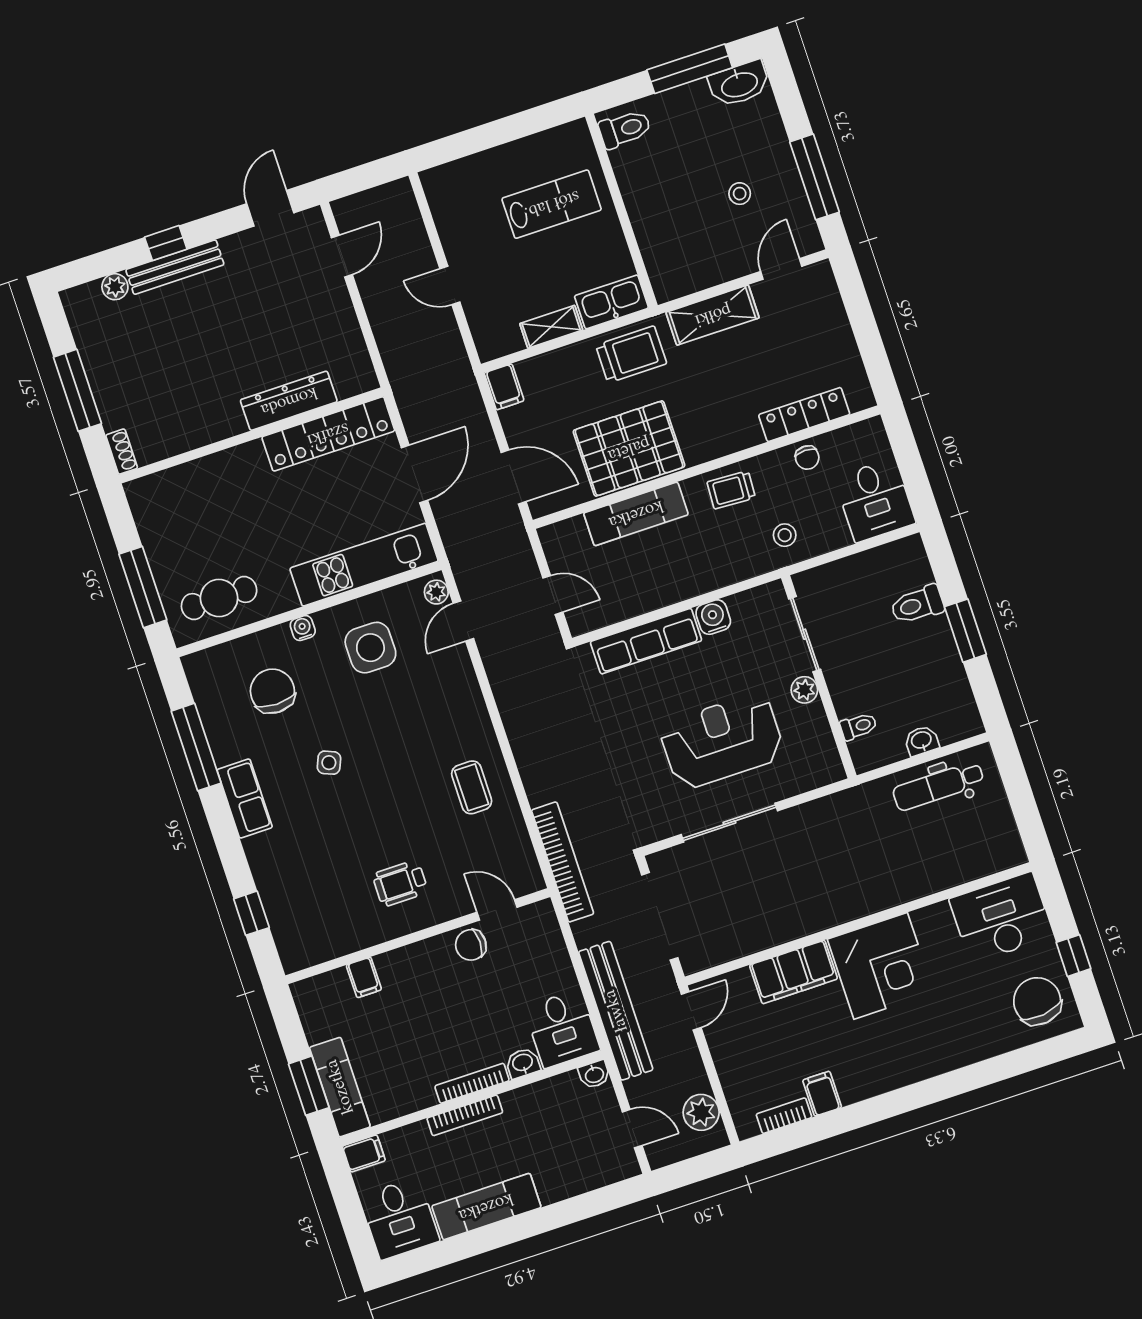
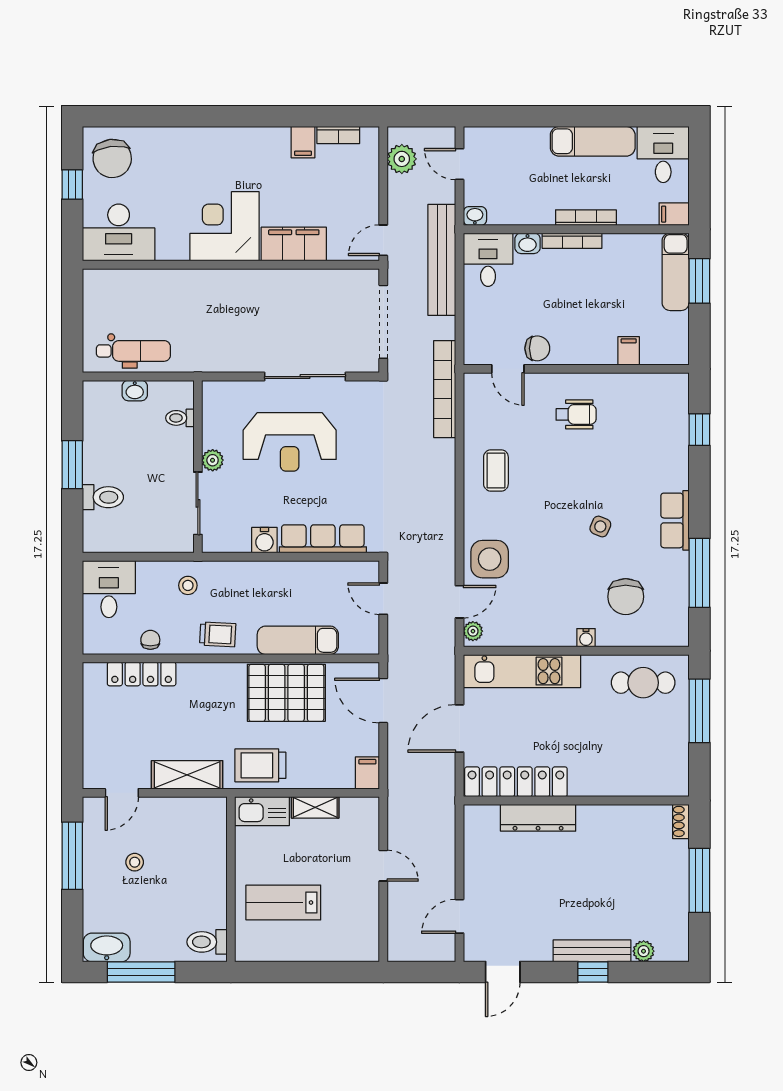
side table: (370, 648) -> (490, 559), moved

